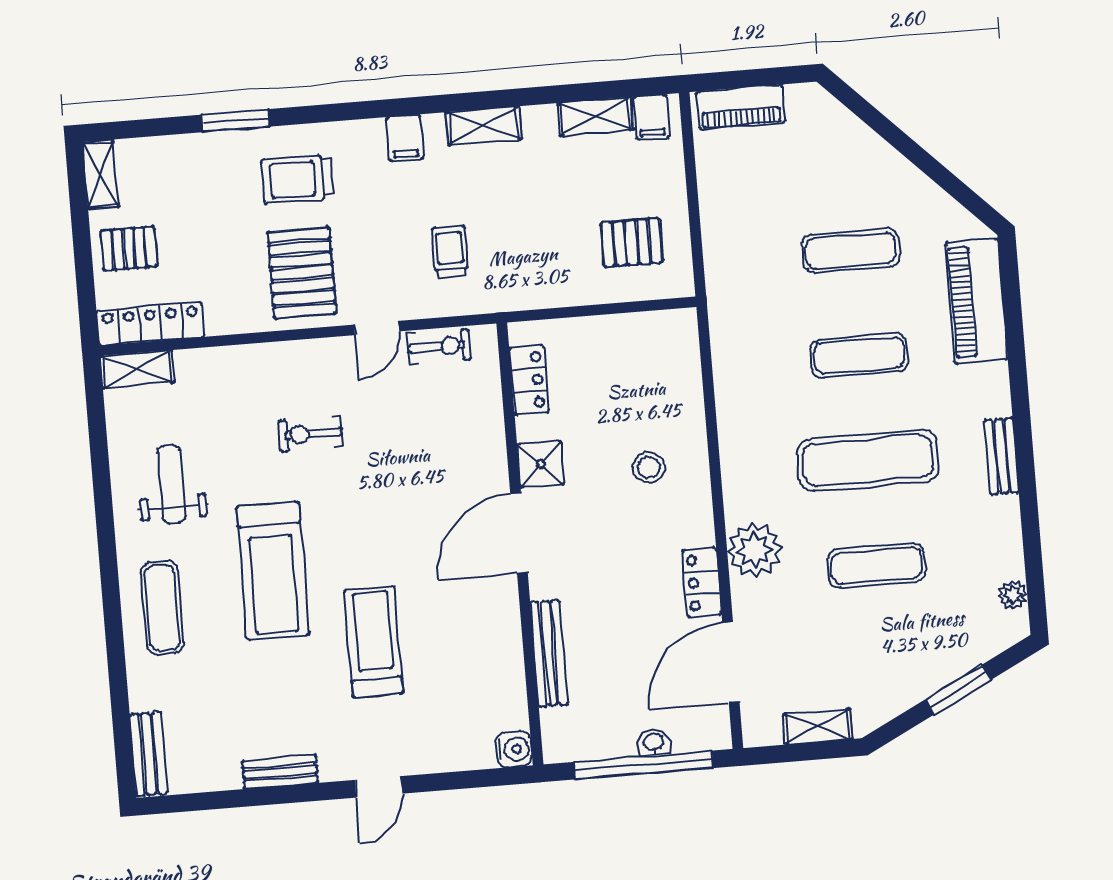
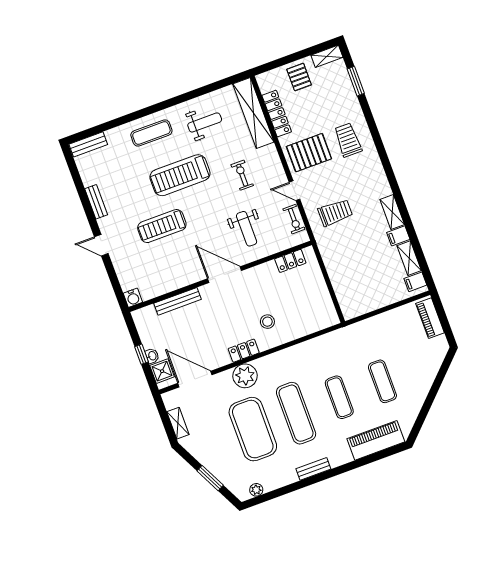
window: (236, 121) -> (356, 81), moved
filing cabinet: (405, 138) -> (398, 236), moved
pallet: (632, 242) -> (360, 288), removed
trolley: (450, 252) -> (335, 213), width x1.36, depth x1.39
locker: (150, 324) -> (277, 114), moved
shelving: (137, 369) -> (253, 113), width x2.20, depth x1.33
weight bench: (431, 457) -> (247, 229), added
shower: (541, 464) -> (162, 371), moved
exercise mat: (877, 565) -> (253, 429), width x2.00, depth x1.45
locker: (702, 583) -> (244, 351), moved
treadmill: (374, 642) -> (162, 226), turned 180
window: (644, 765) -> (141, 354), width x0.32

